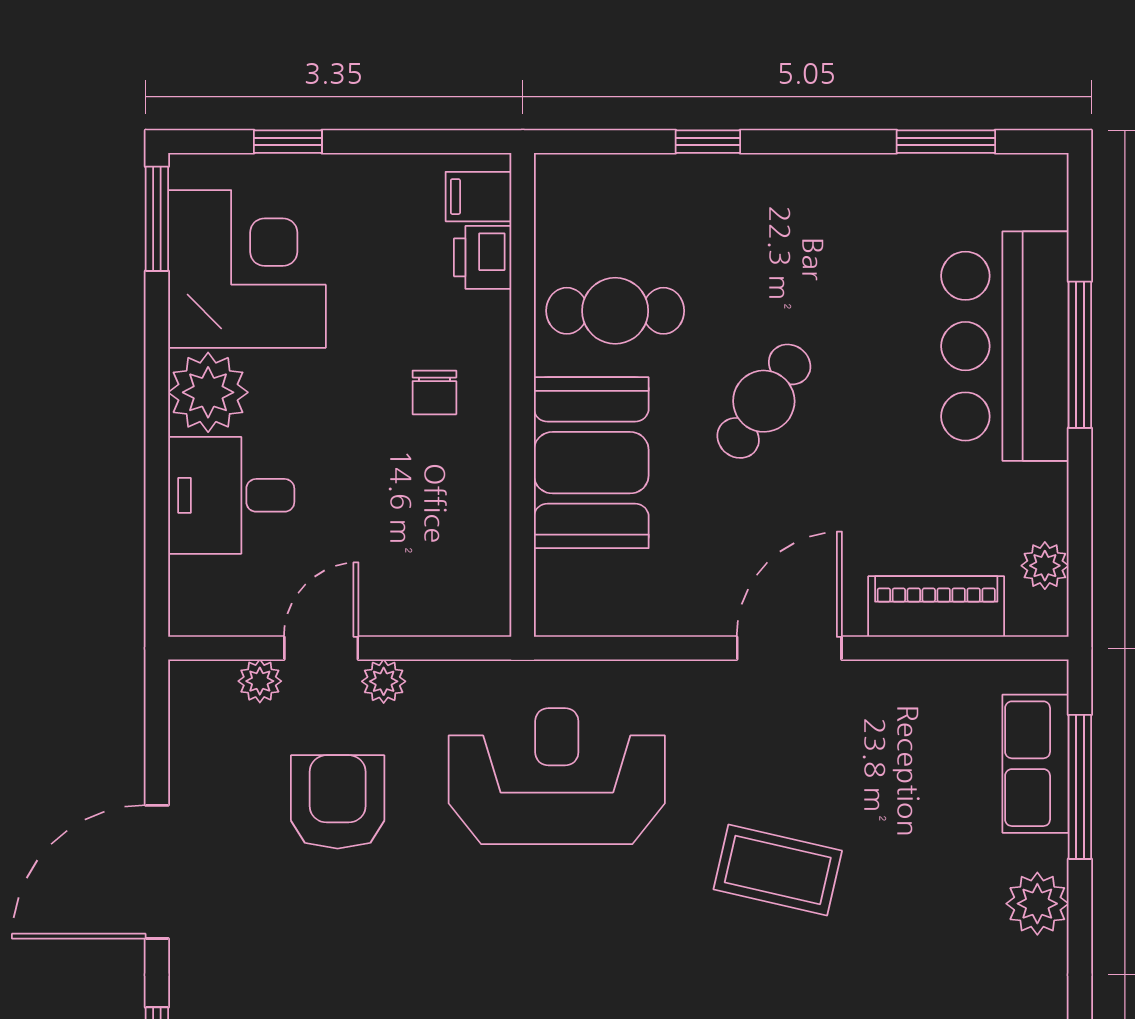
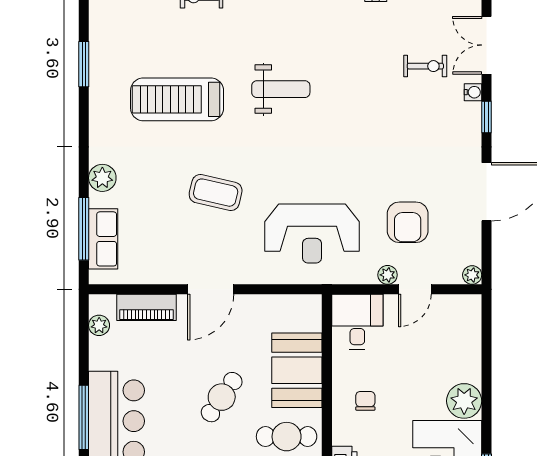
desk: (231, 495) -> (357, 322), moved, turned -90
plant: (260, 681) -> (472, 275), moved

